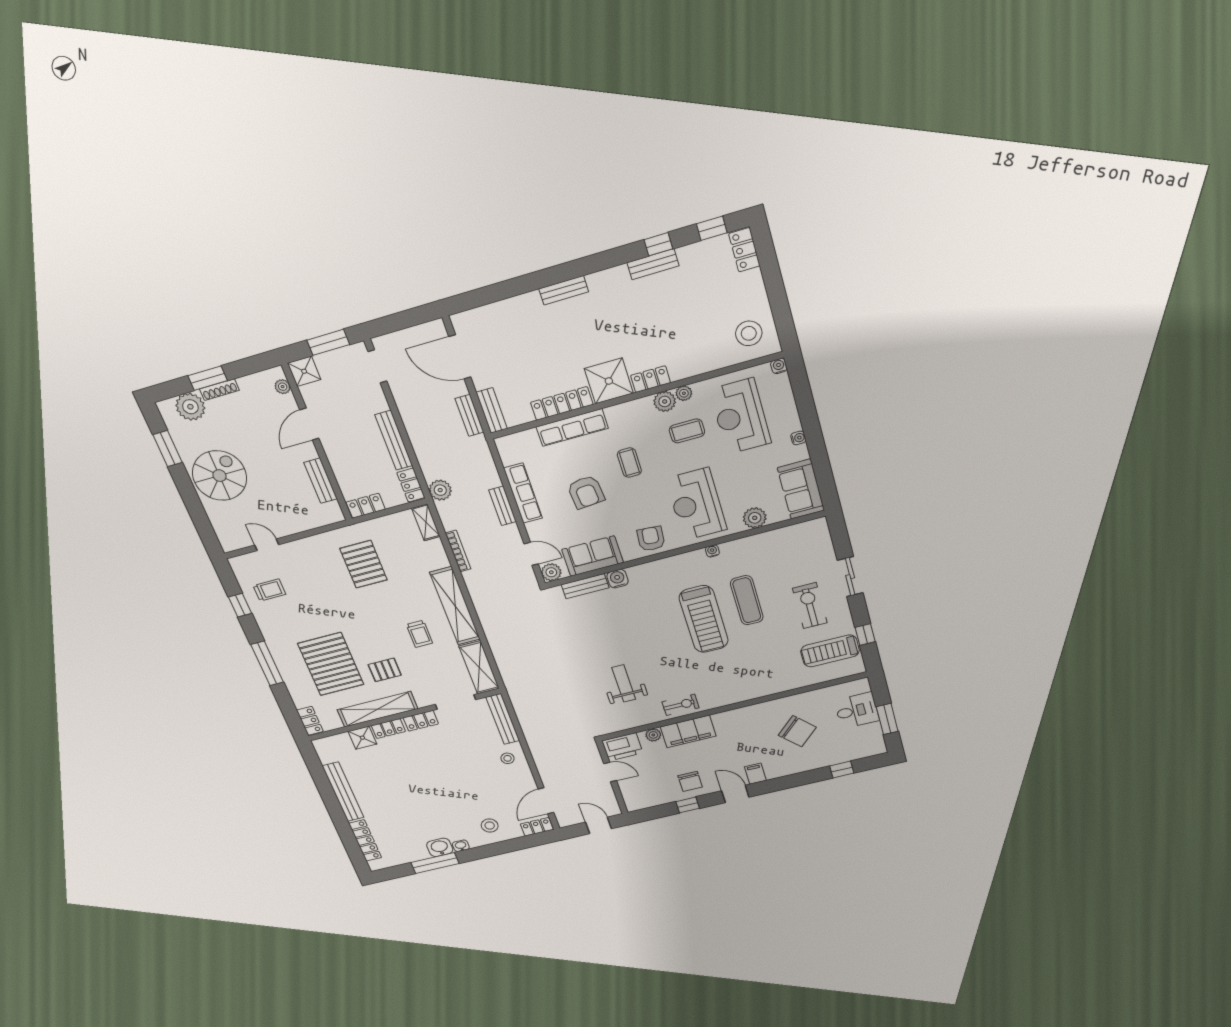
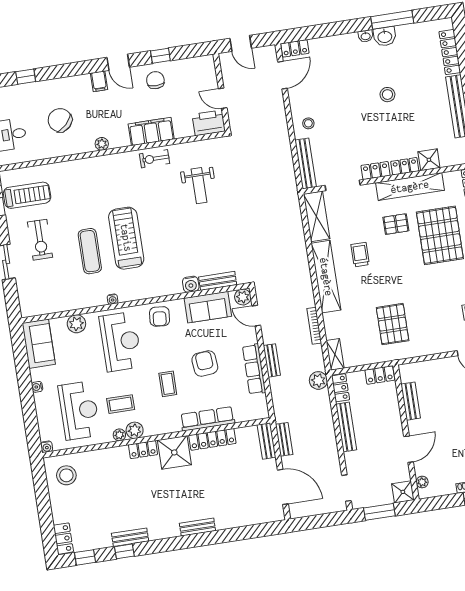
plant: (653, 735) -> (102, 144), moved
stool: (490, 826) -> (387, 95), moved

